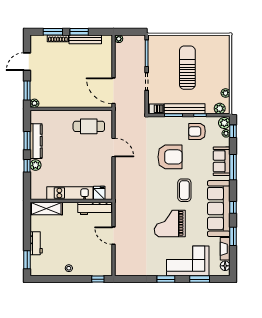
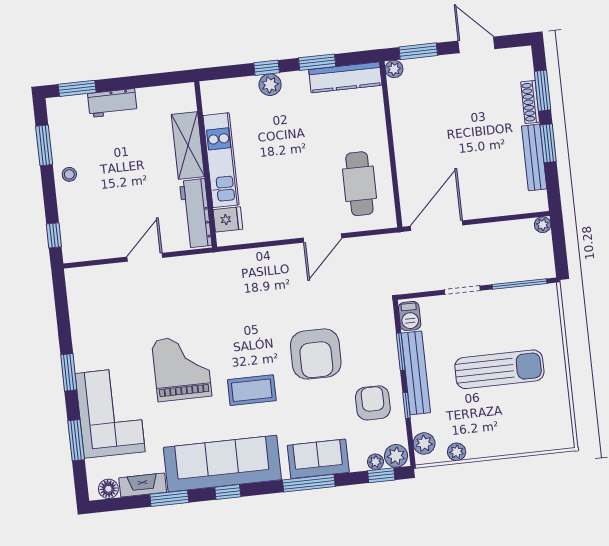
kitchen counter: (36, 141) -> (345, 77), moved
shelving: (46, 208) -> (188, 145), moved
window: (53, 279) -> (44, 145), added

